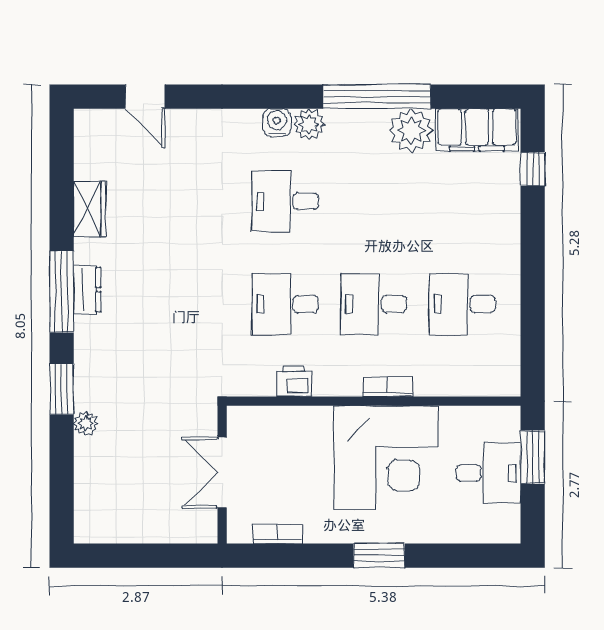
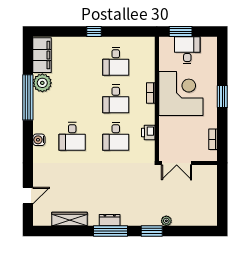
plant: (309, 124) -> (40, 126), removed
window: (533, 169) -> (94, 31), moved
wardrobe: (90, 209) -> (70, 219), width x1.50
double door: (222, 473) -> (177, 163), moved

